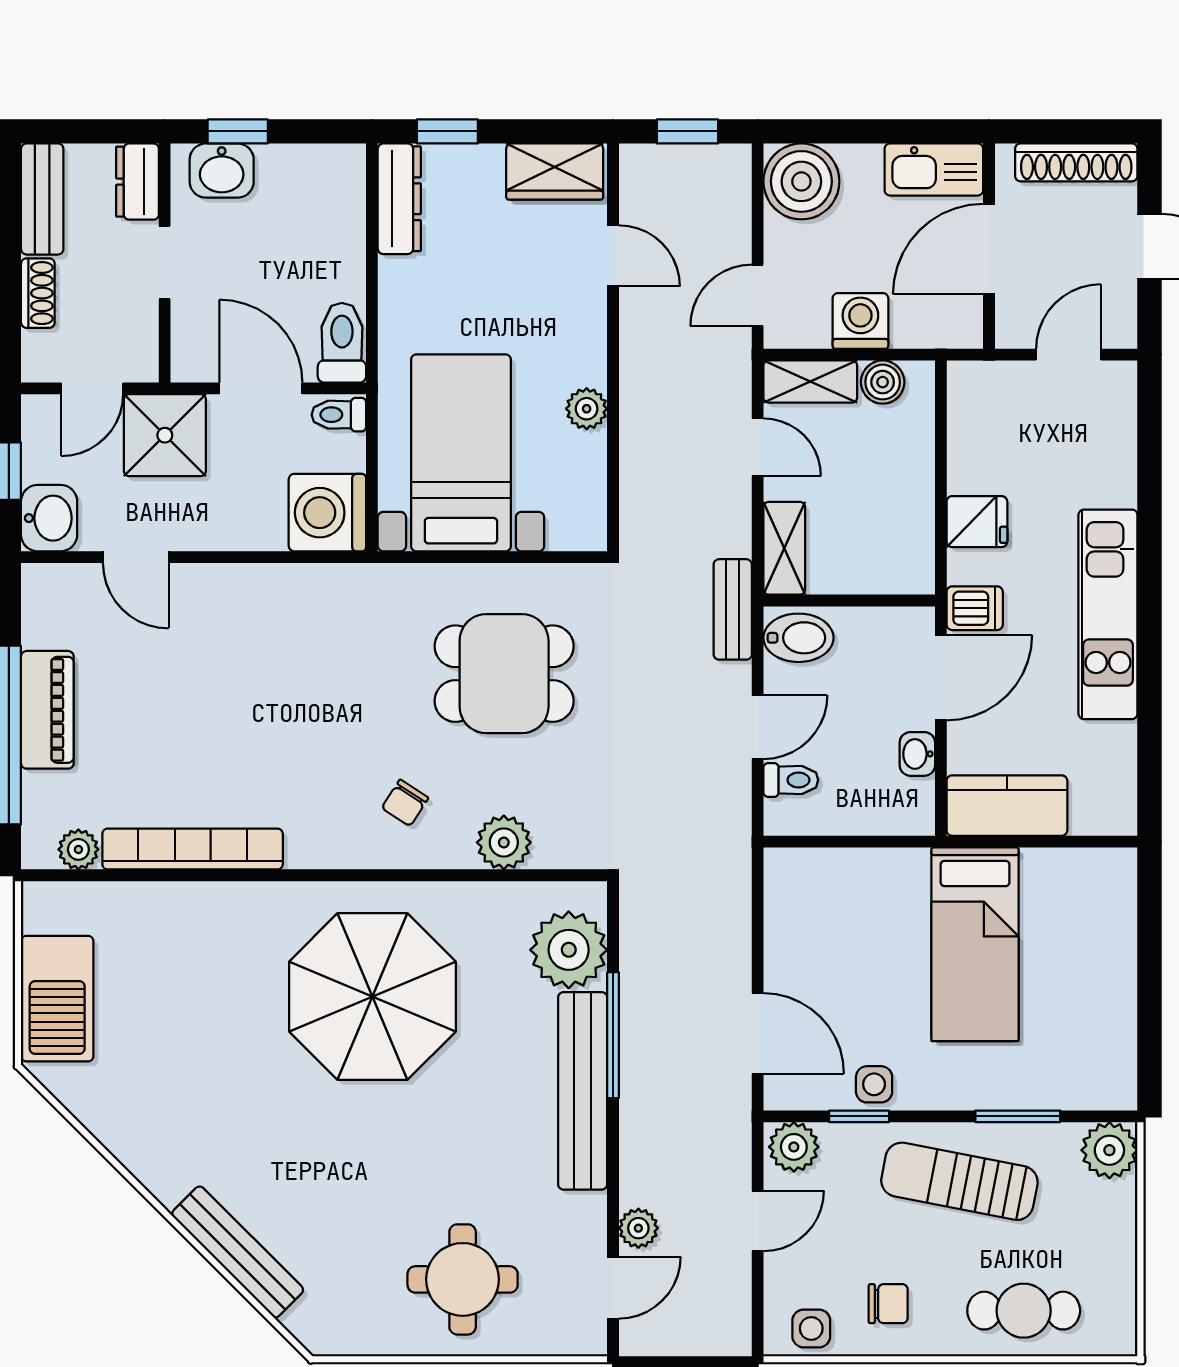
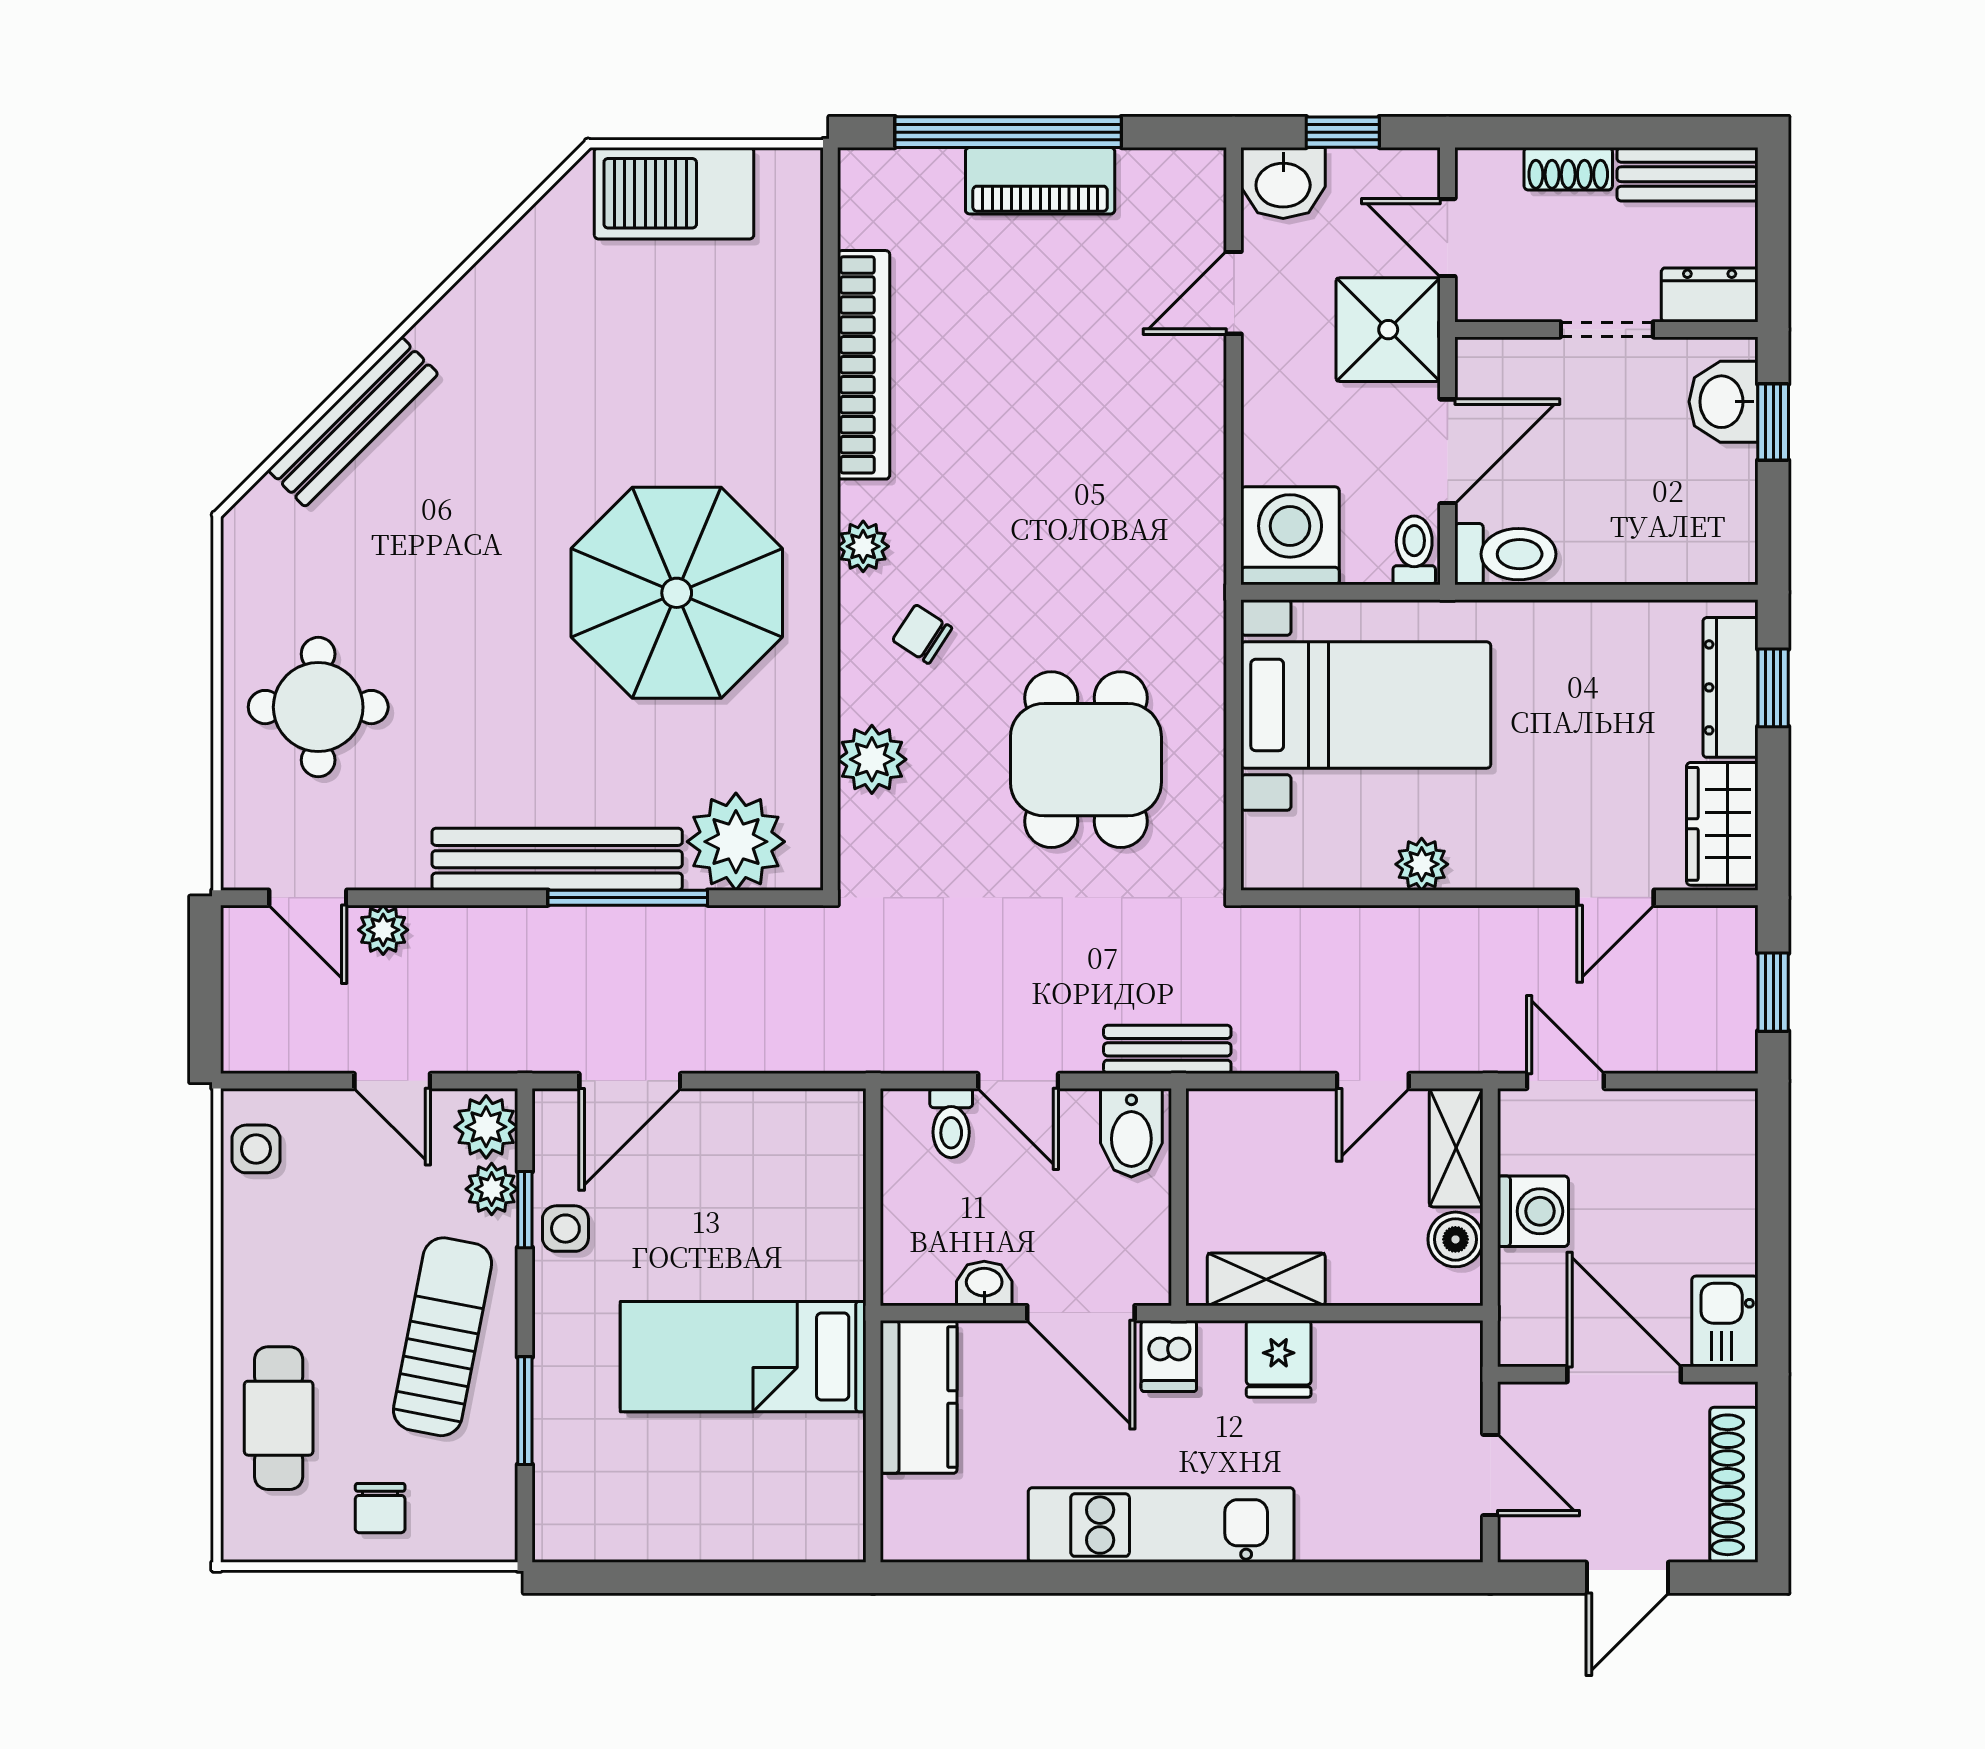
kitchen sink: (934, 169) -> (1725, 1321), width x0.73
boiler: (801, 181) -> (1710, 1136), removed
dresser: (399, 199) -> (1730, 687), moved, turned 90
shelving: (784, 548) -> (1266, 1279), moved
plant: (78, 849) -> (863, 546), moved
plant: (1109, 1150) -> (492, 1189), moved, width x0.73, depth x0.73
chair: (888, 1304) -> (380, 1508), moved

